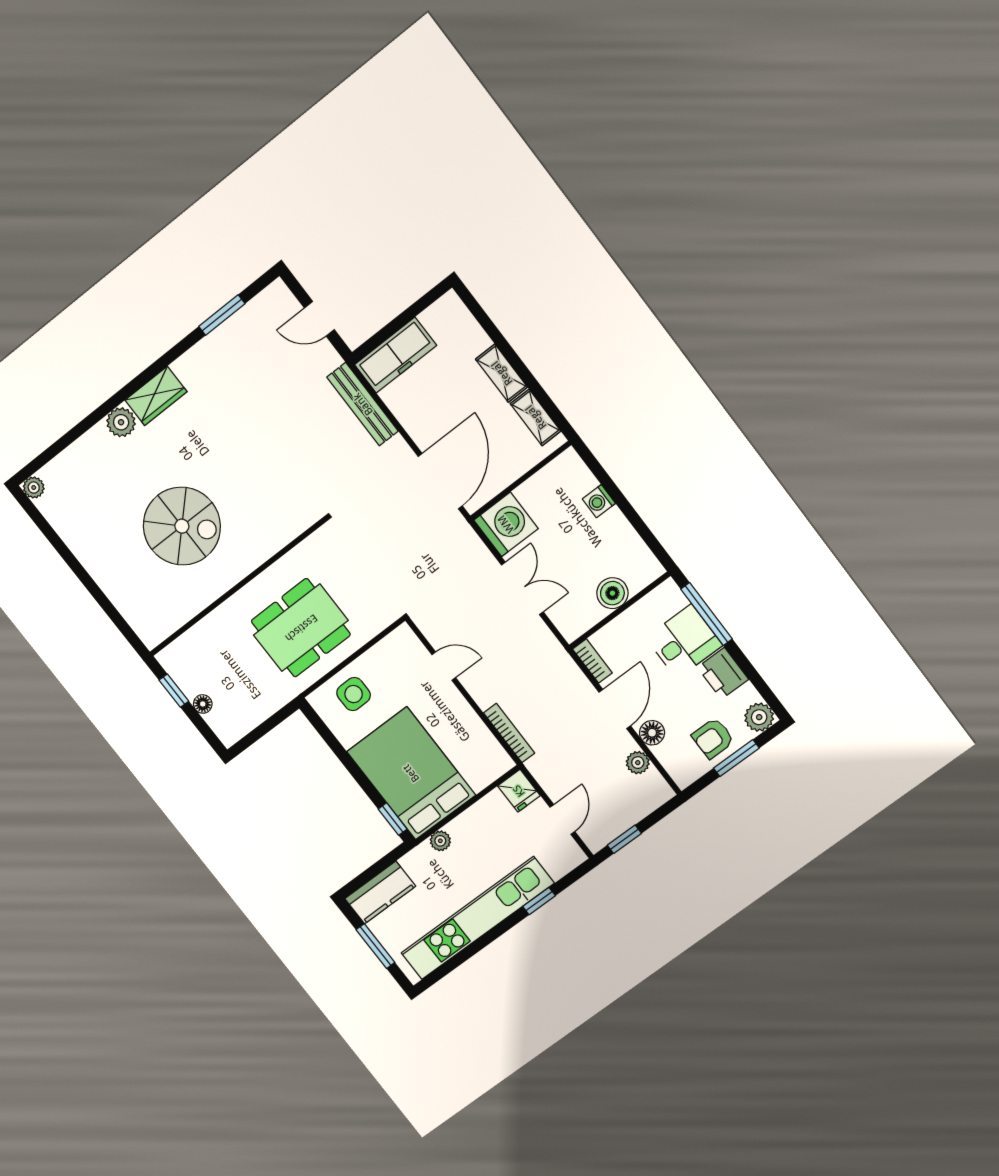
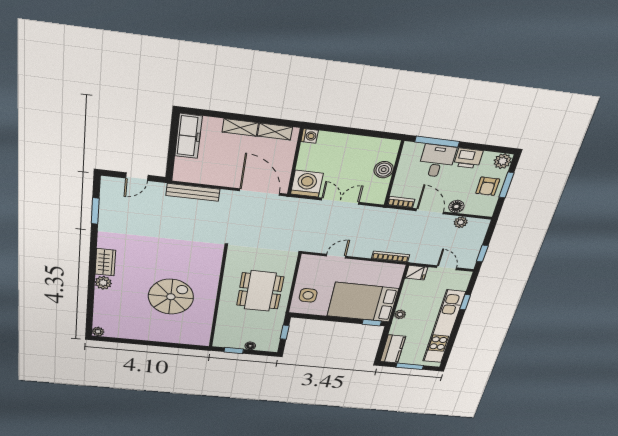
freezer: (396, 355) -> (188, 136), moved
washing machine: (599, 501) -> (310, 136), moved, turned -90
window: (268, 725) -> (285, 332), added

